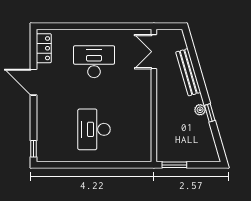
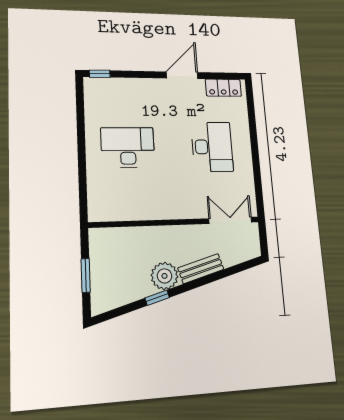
bench: (188, 72) -> (201, 269), width x0.73
plant: (200, 110) -> (165, 276), width x1.88, depth x1.88
window: (174, 165) -> (86, 275), moved

